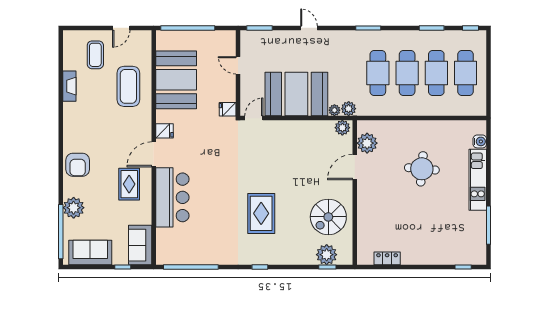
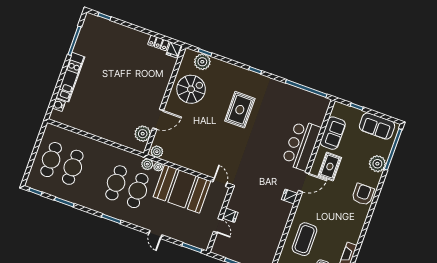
cafe table: (407, 73) -> (138, 191), moved
booth: (176, 80) -> (267, 231), removed
fridge: (228, 109) -> (230, 215), moved
door: (254, 118) -> (220, 182), swing flipped
round table: (422, 169) -> (109, 100), removed
sofa: (140, 245) -> (333, 133), moved
fridge: (366, 256) -> (174, 50), added

